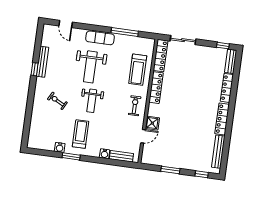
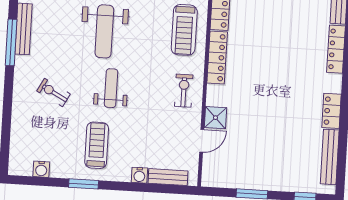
window: (35, 69) -> (11, 42), width x2.17
weight bench: (92, 101) -> (111, 88), turned 180
locker: (222, 119) -> (332, 111), width x0.66
water cooler: (60, 147) -> (41, 169), moved

